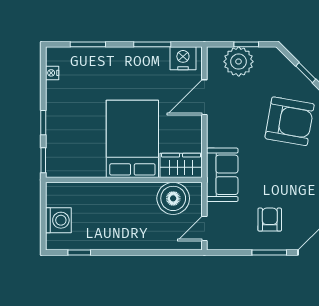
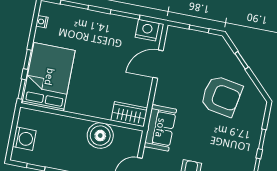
plant: (239, 62) -> (190, 41), removed
bed: (132, 139) -> (49, 77), moved
boiler: (173, 198) -> (100, 136), moved

